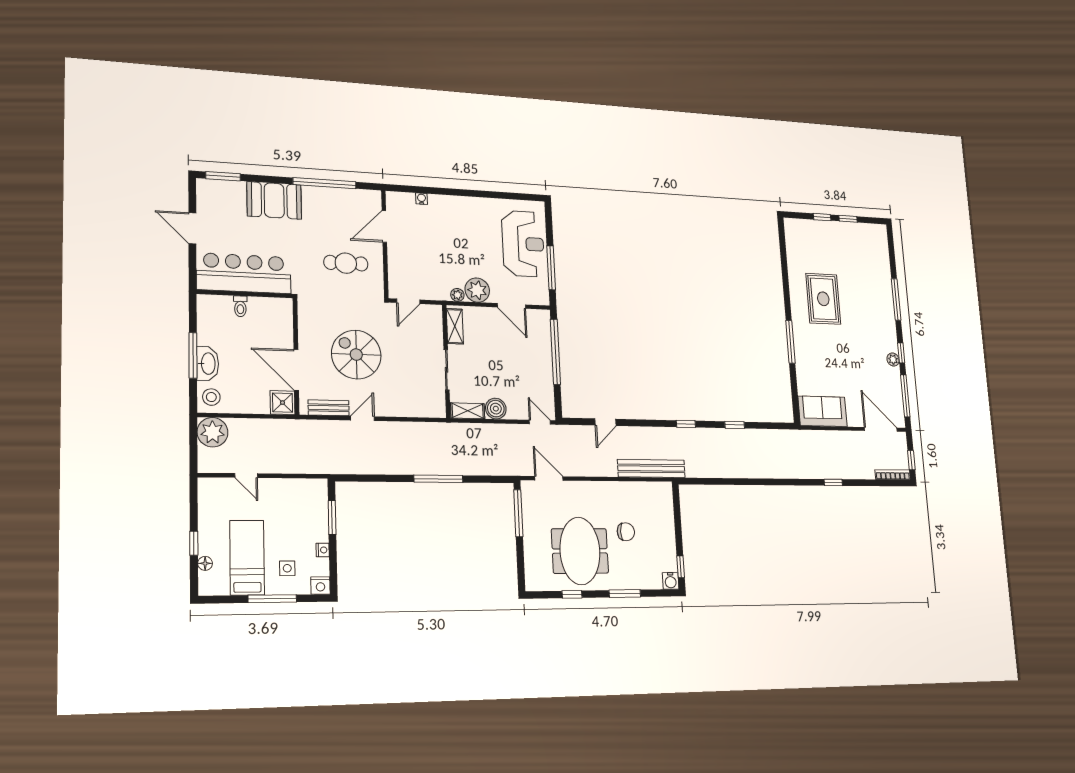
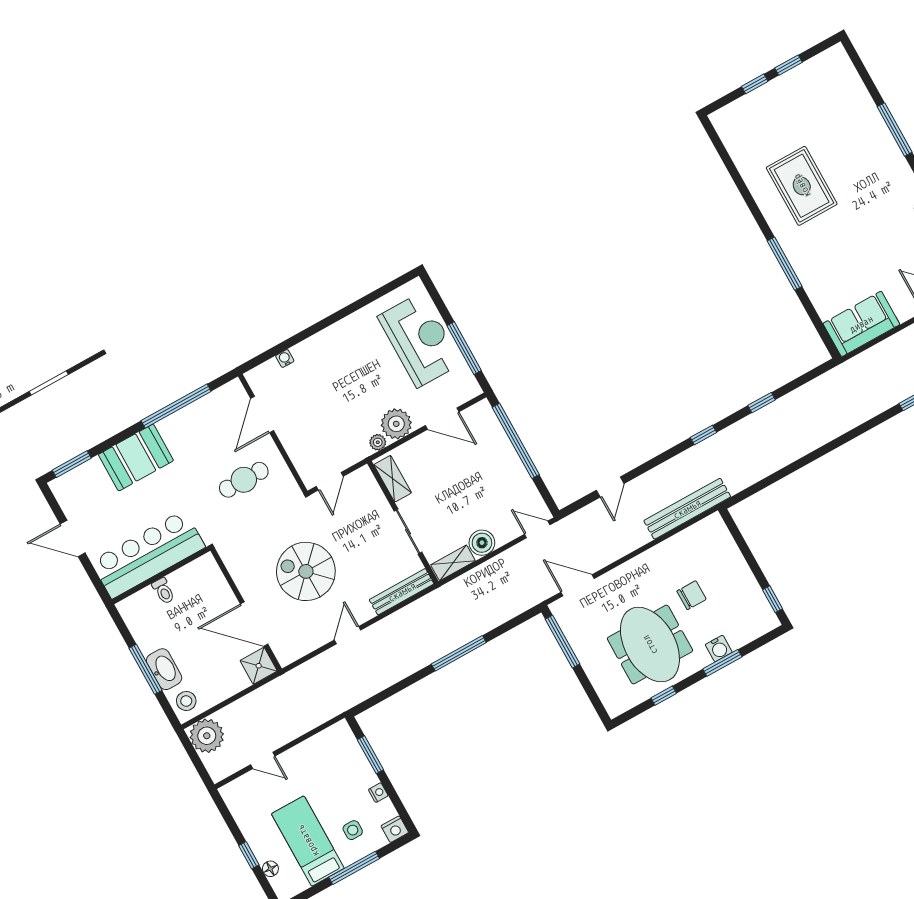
bench: (329, 408) -> (402, 592), moved, width x1.36
water cooler: (671, 581) -> (719, 648), moved

